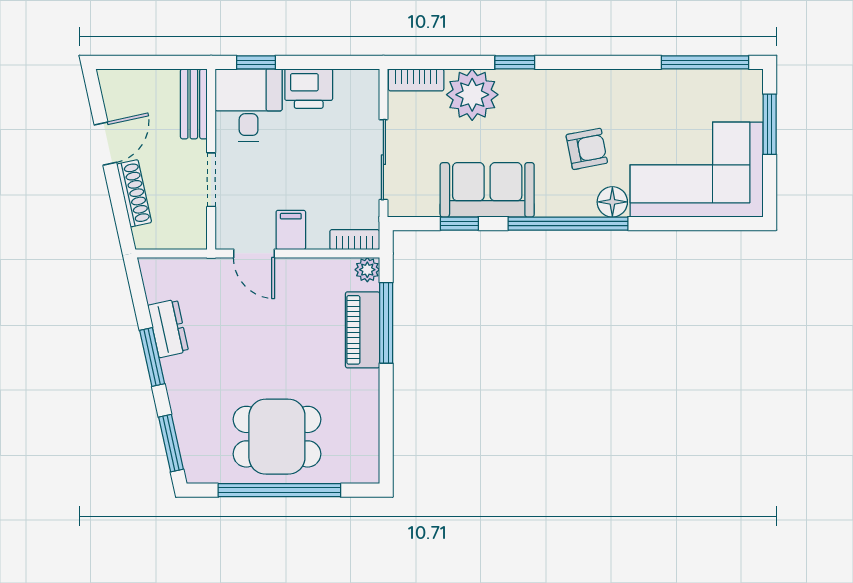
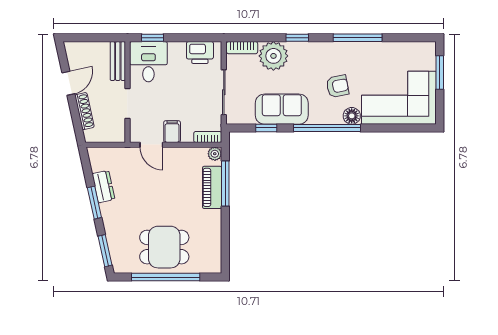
window: (705, 62) -> (358, 38), moved
printer: (309, 89) -> (200, 53), moved

